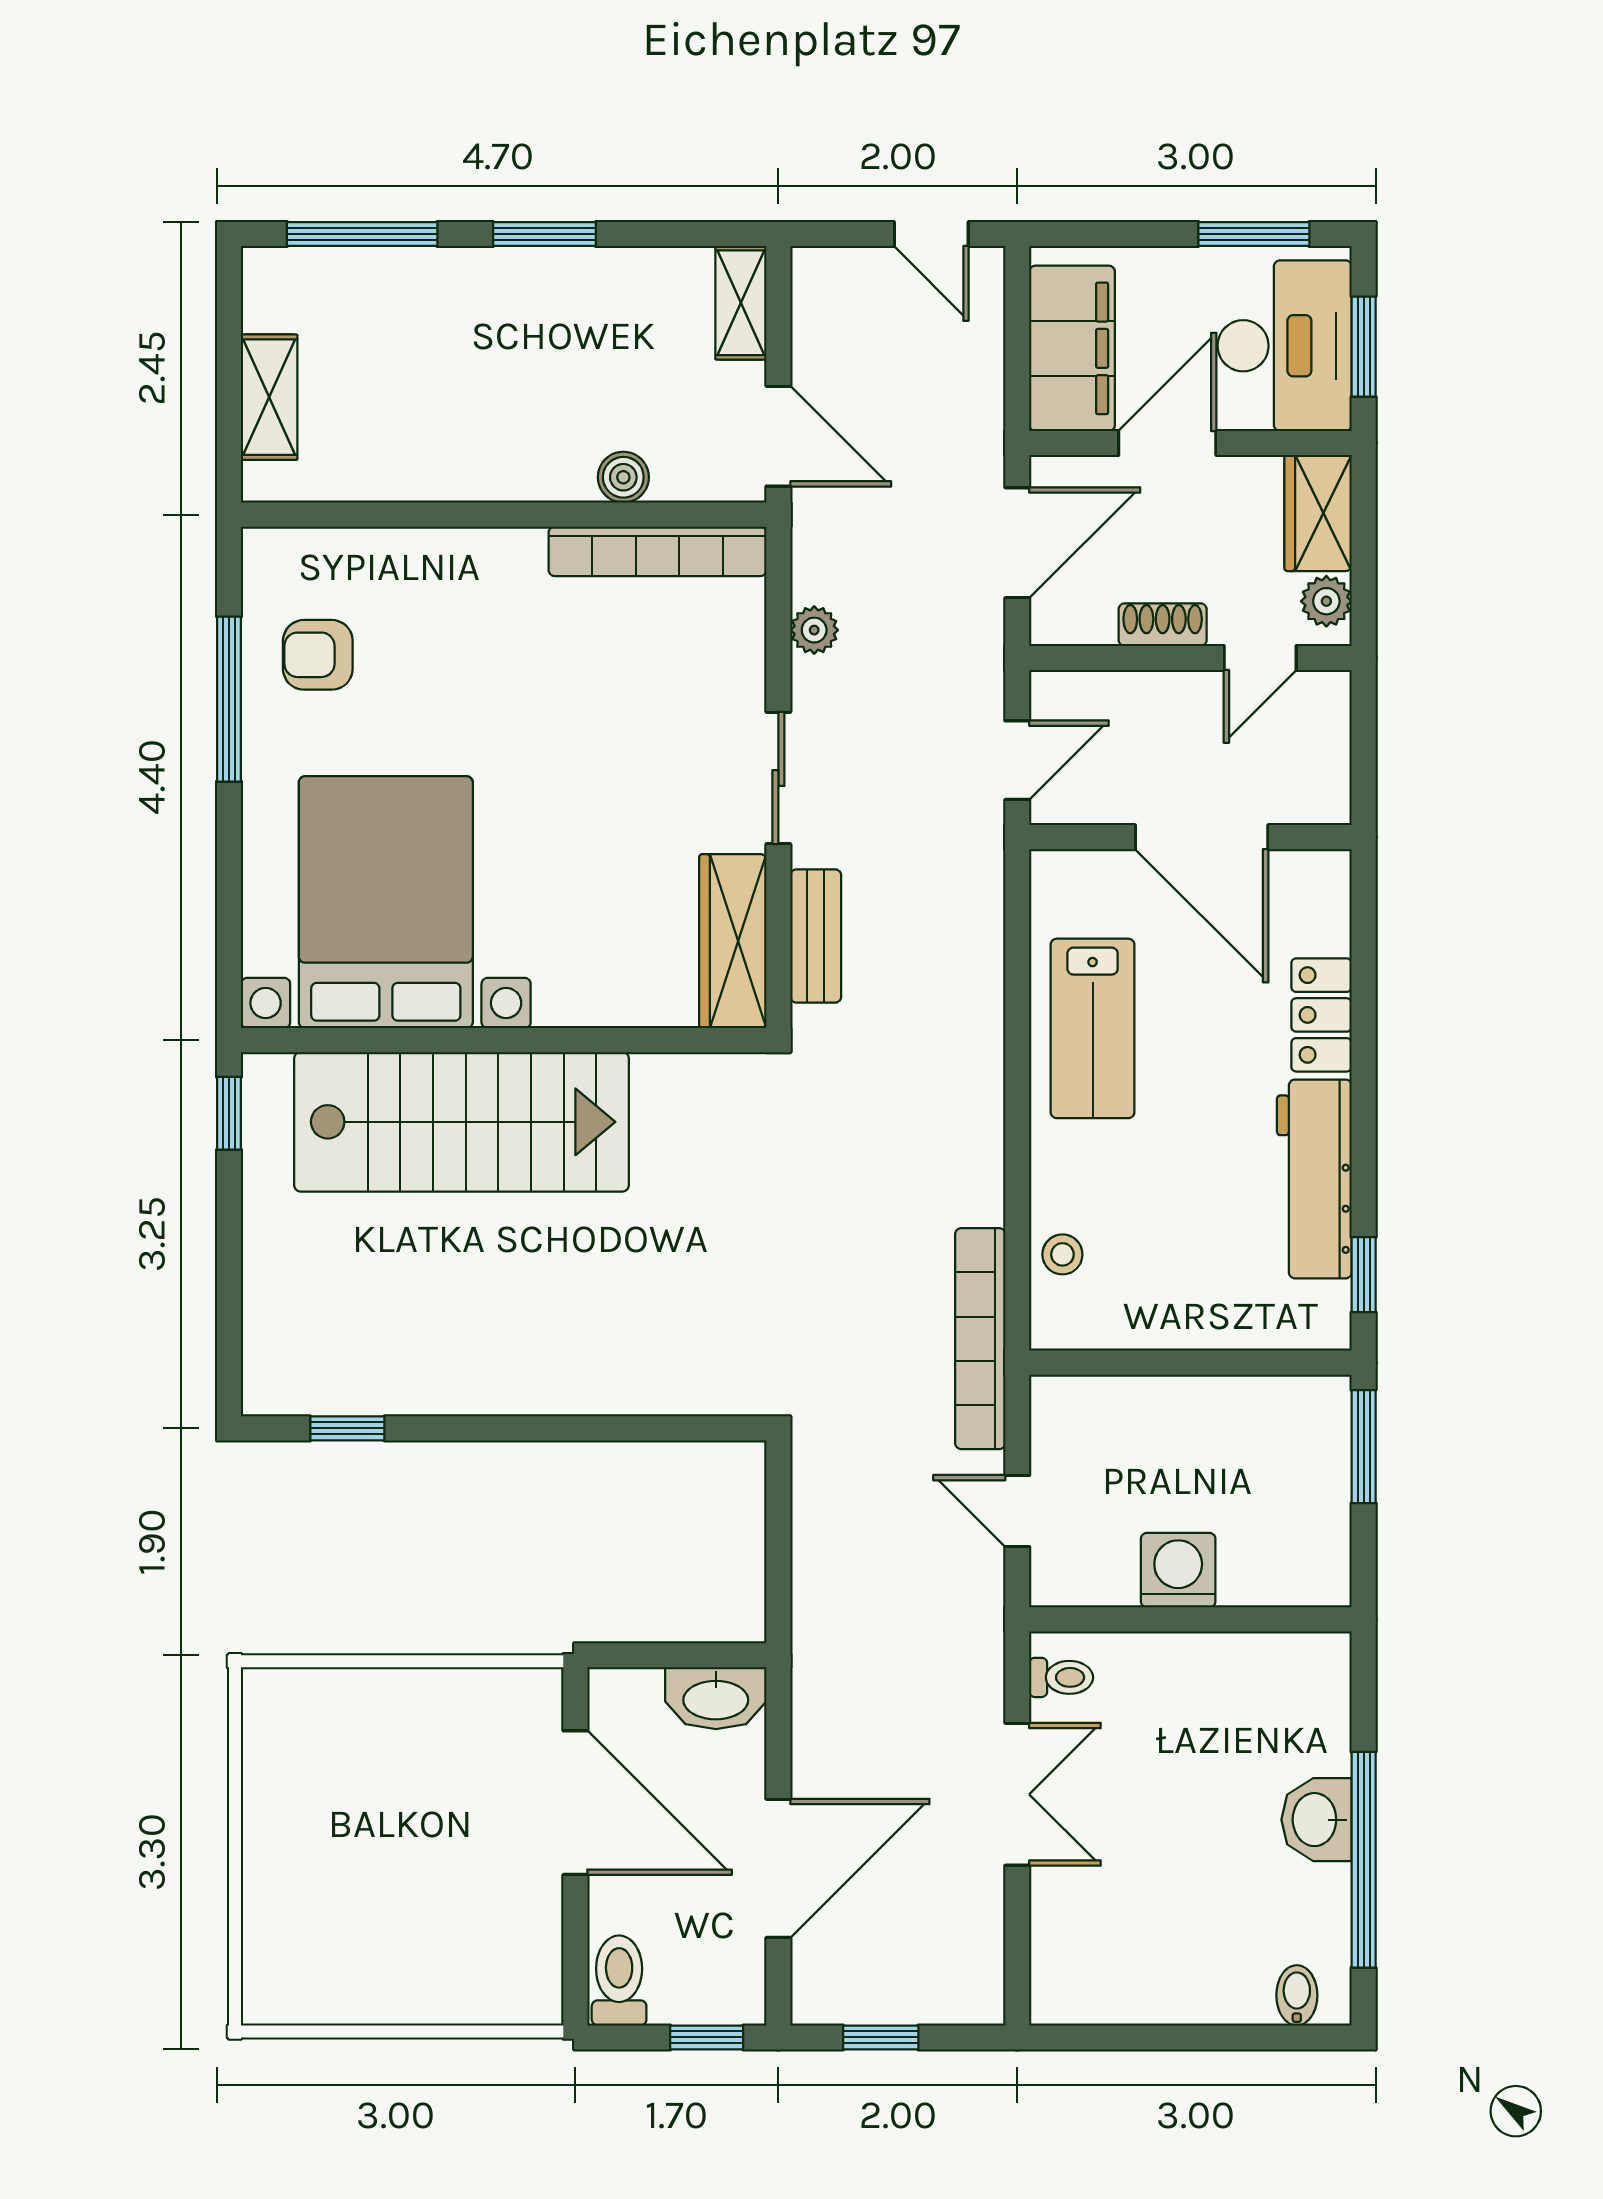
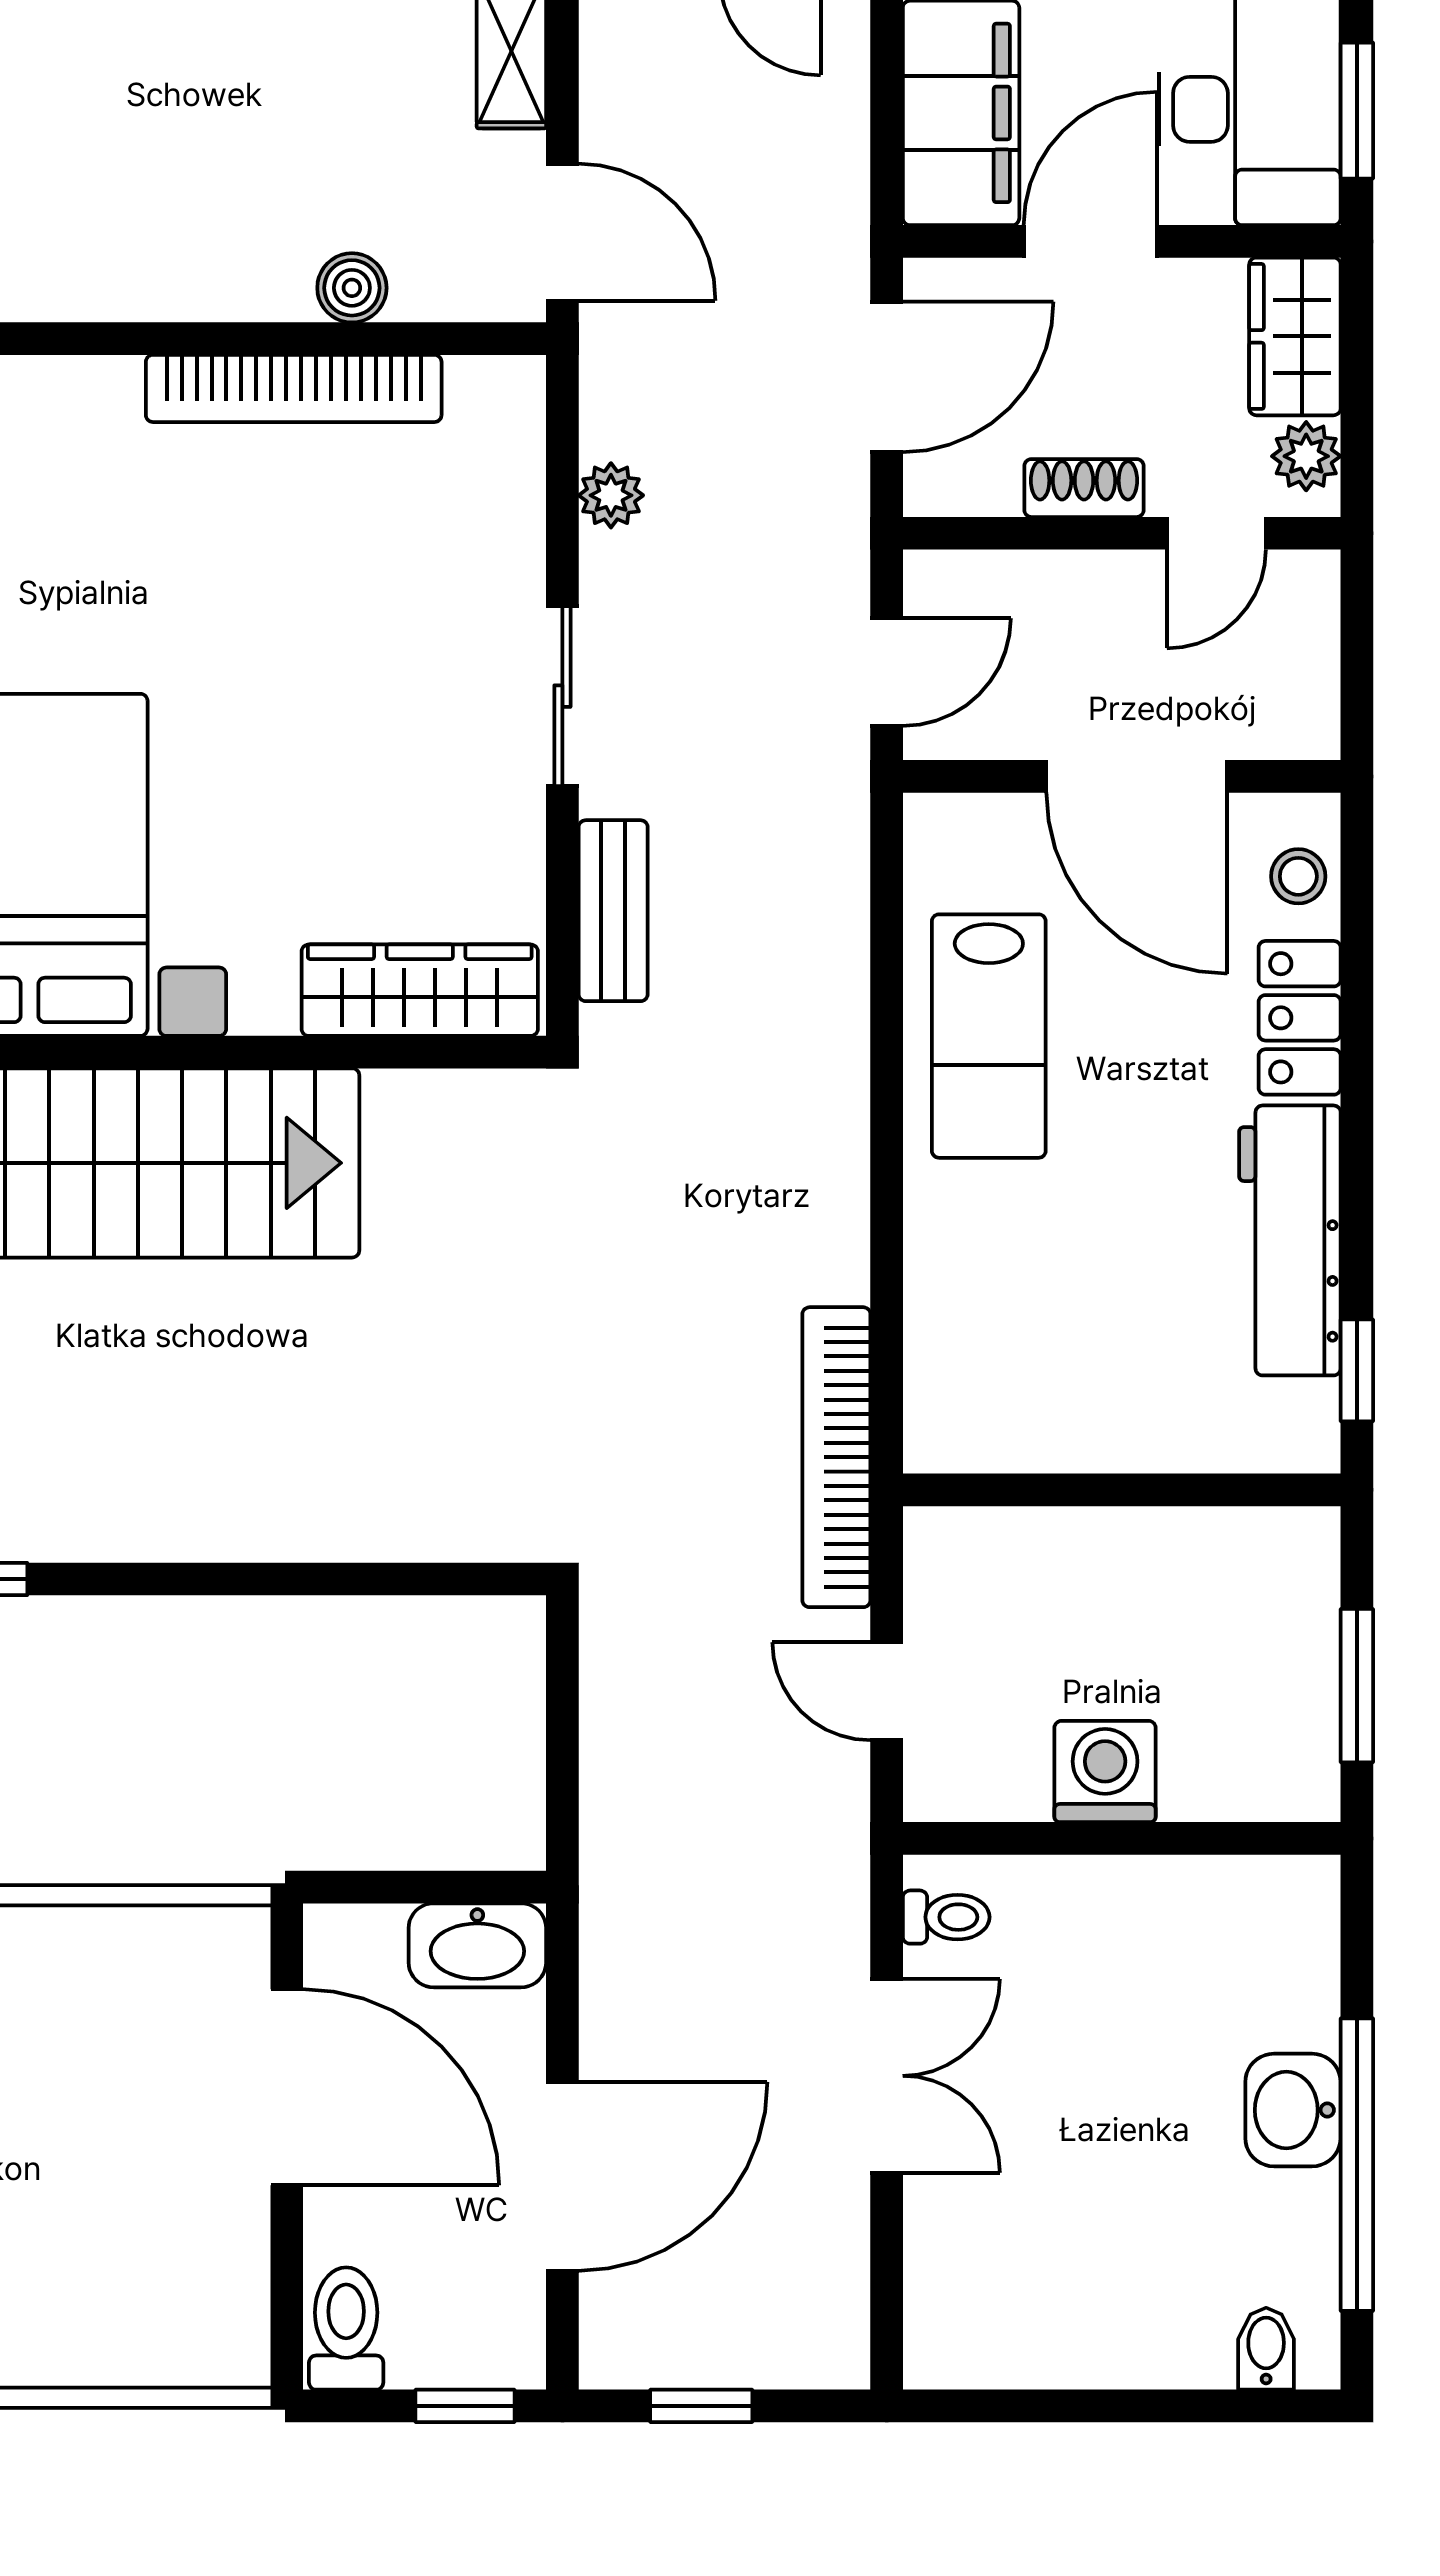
bookcase: (658, 551) -> (294, 388), moved
wardrobe: (733, 941) -> (420, 990), moved, turned 90
stool: (1062, 1254) -> (1298, 876), moved
window: (1364, 1447) -> (1357, 1686), moved

